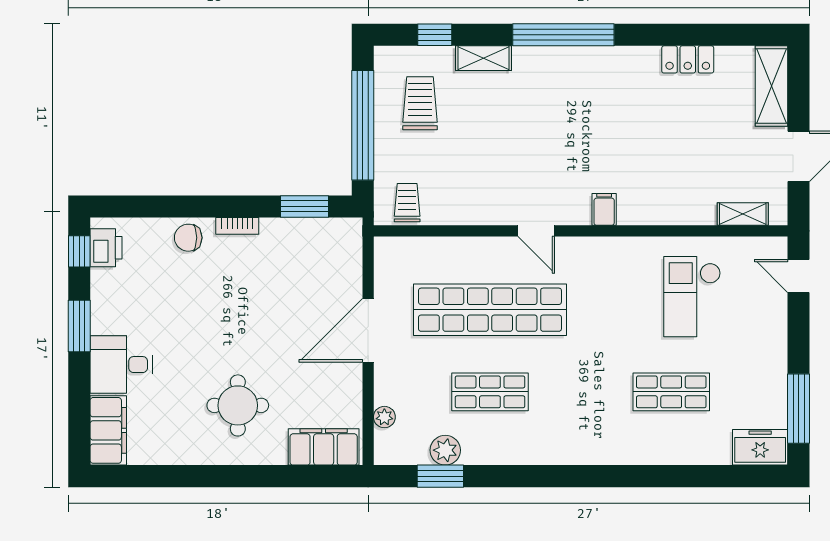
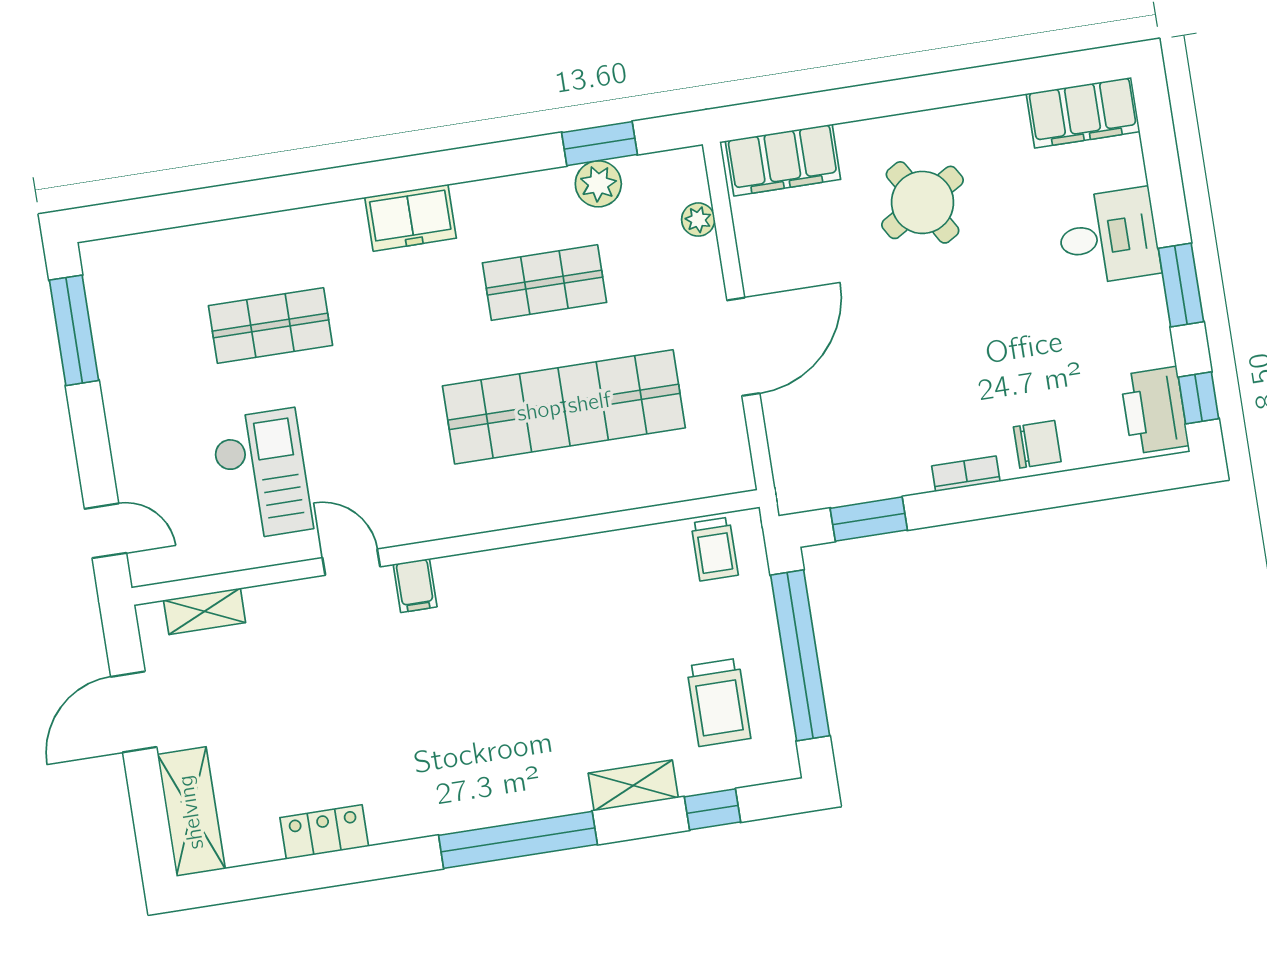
door: (536, 231) -> (351, 562), moved
printer: (106, 248) -> (1154, 410), width x1.37, depth x1.19
round table: (238, 405) -> (923, 202), turned -31
filing cabinet: (108, 430) -> (1083, 113), moved, turned -90
freezer: (760, 447) -> (411, 218), moved

